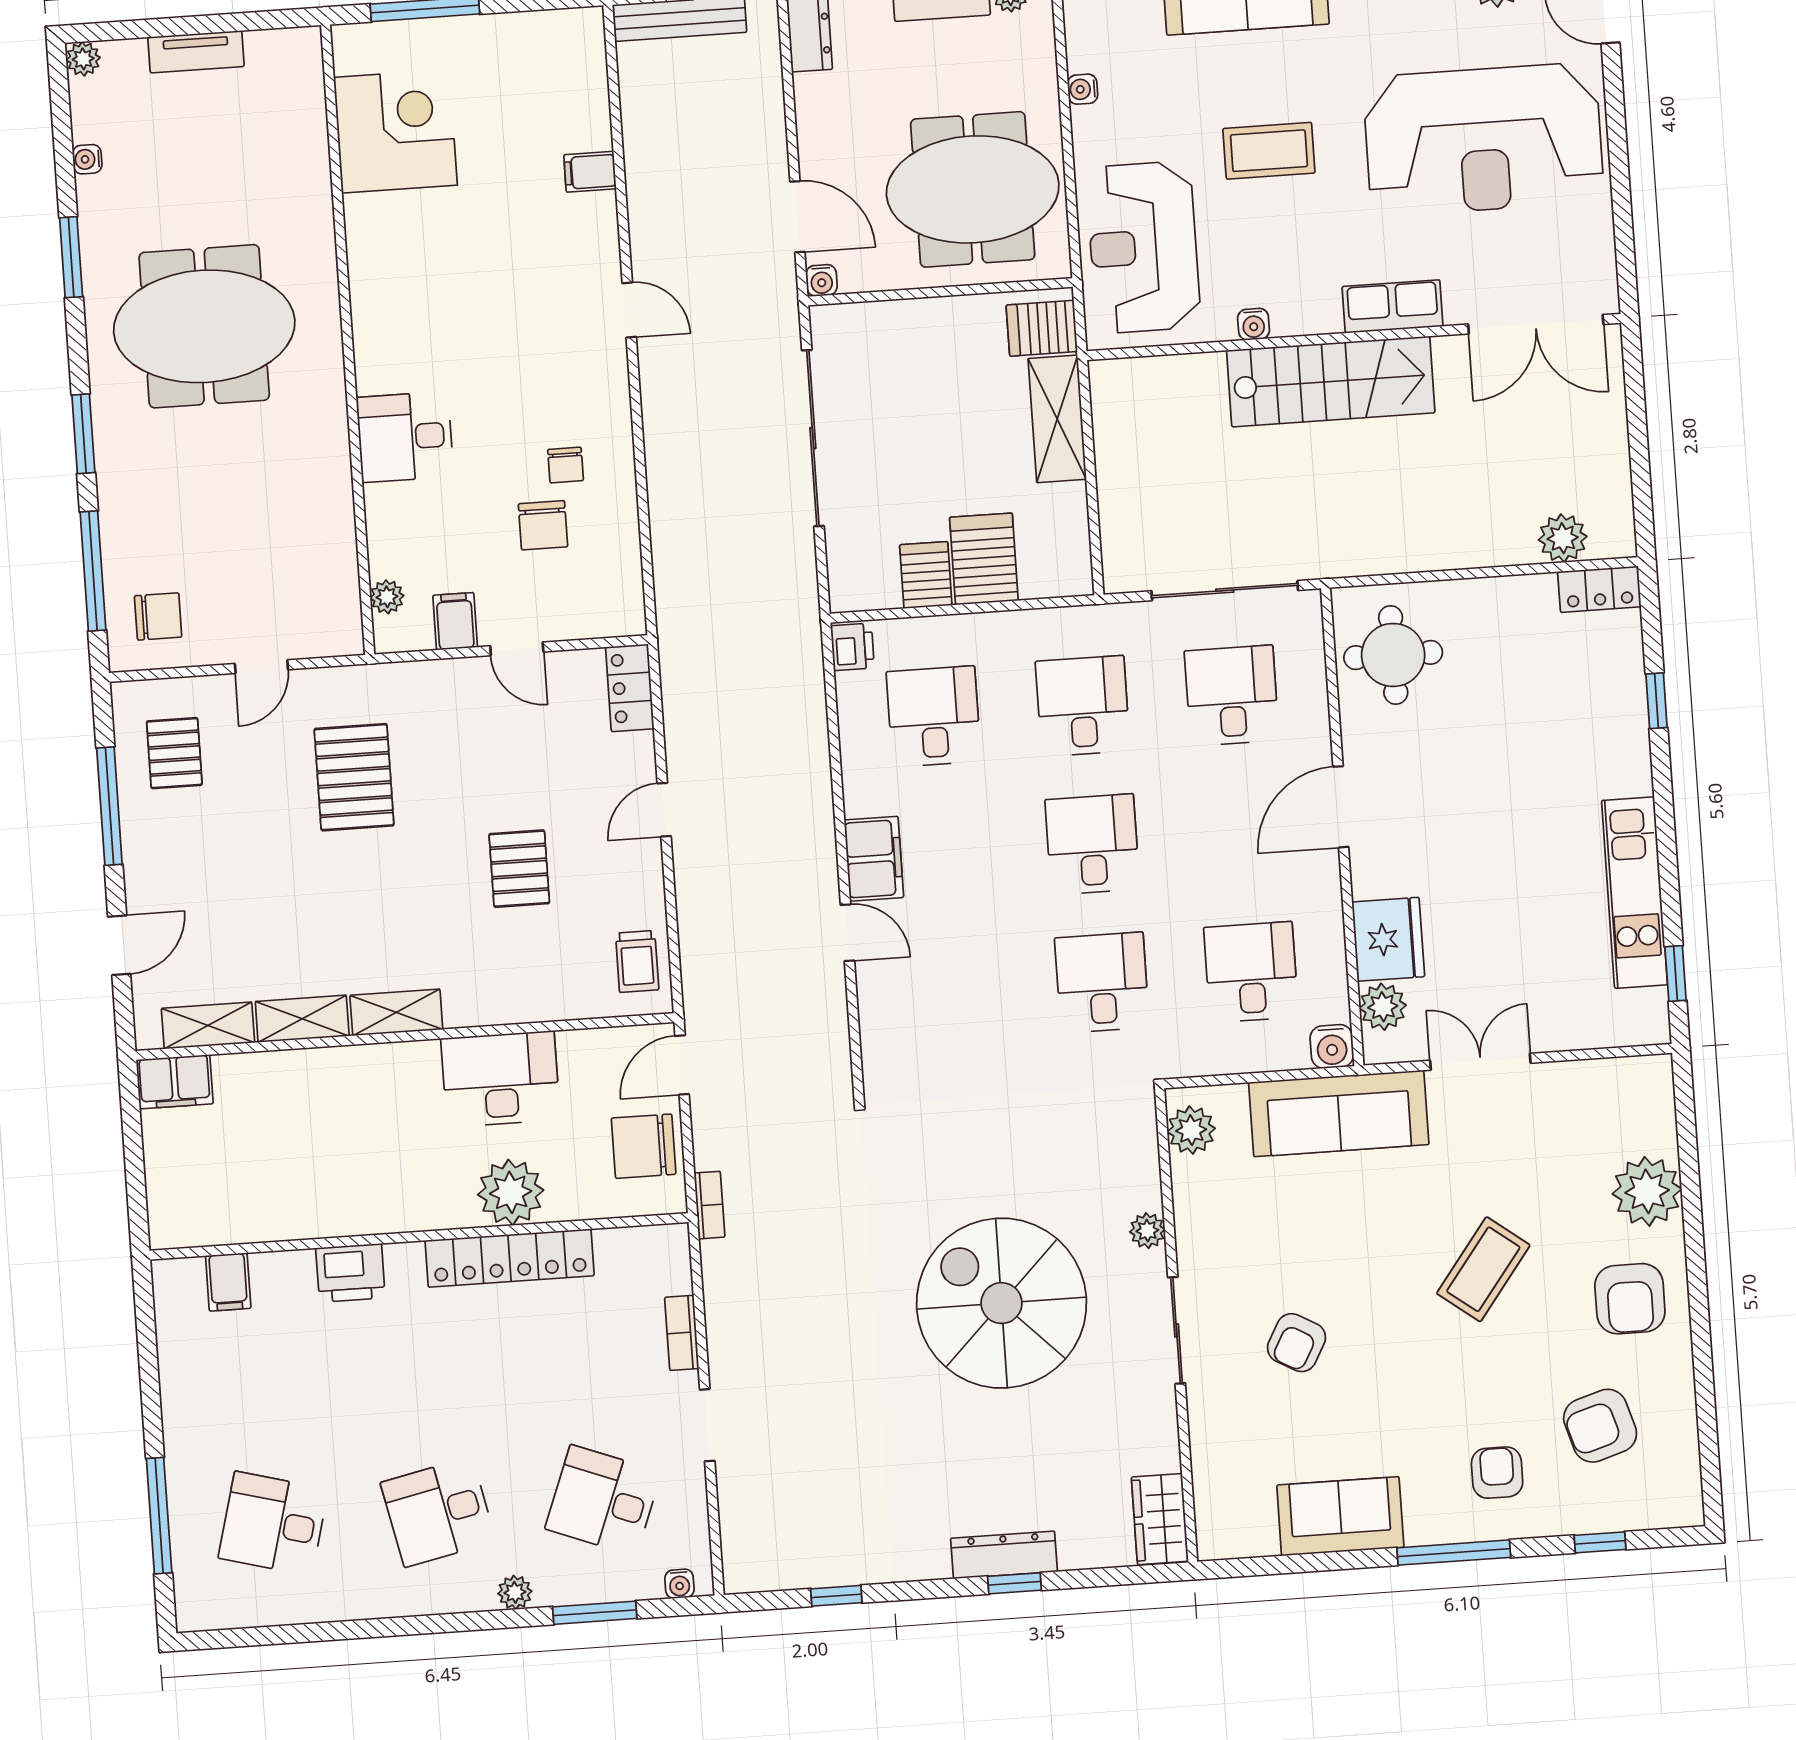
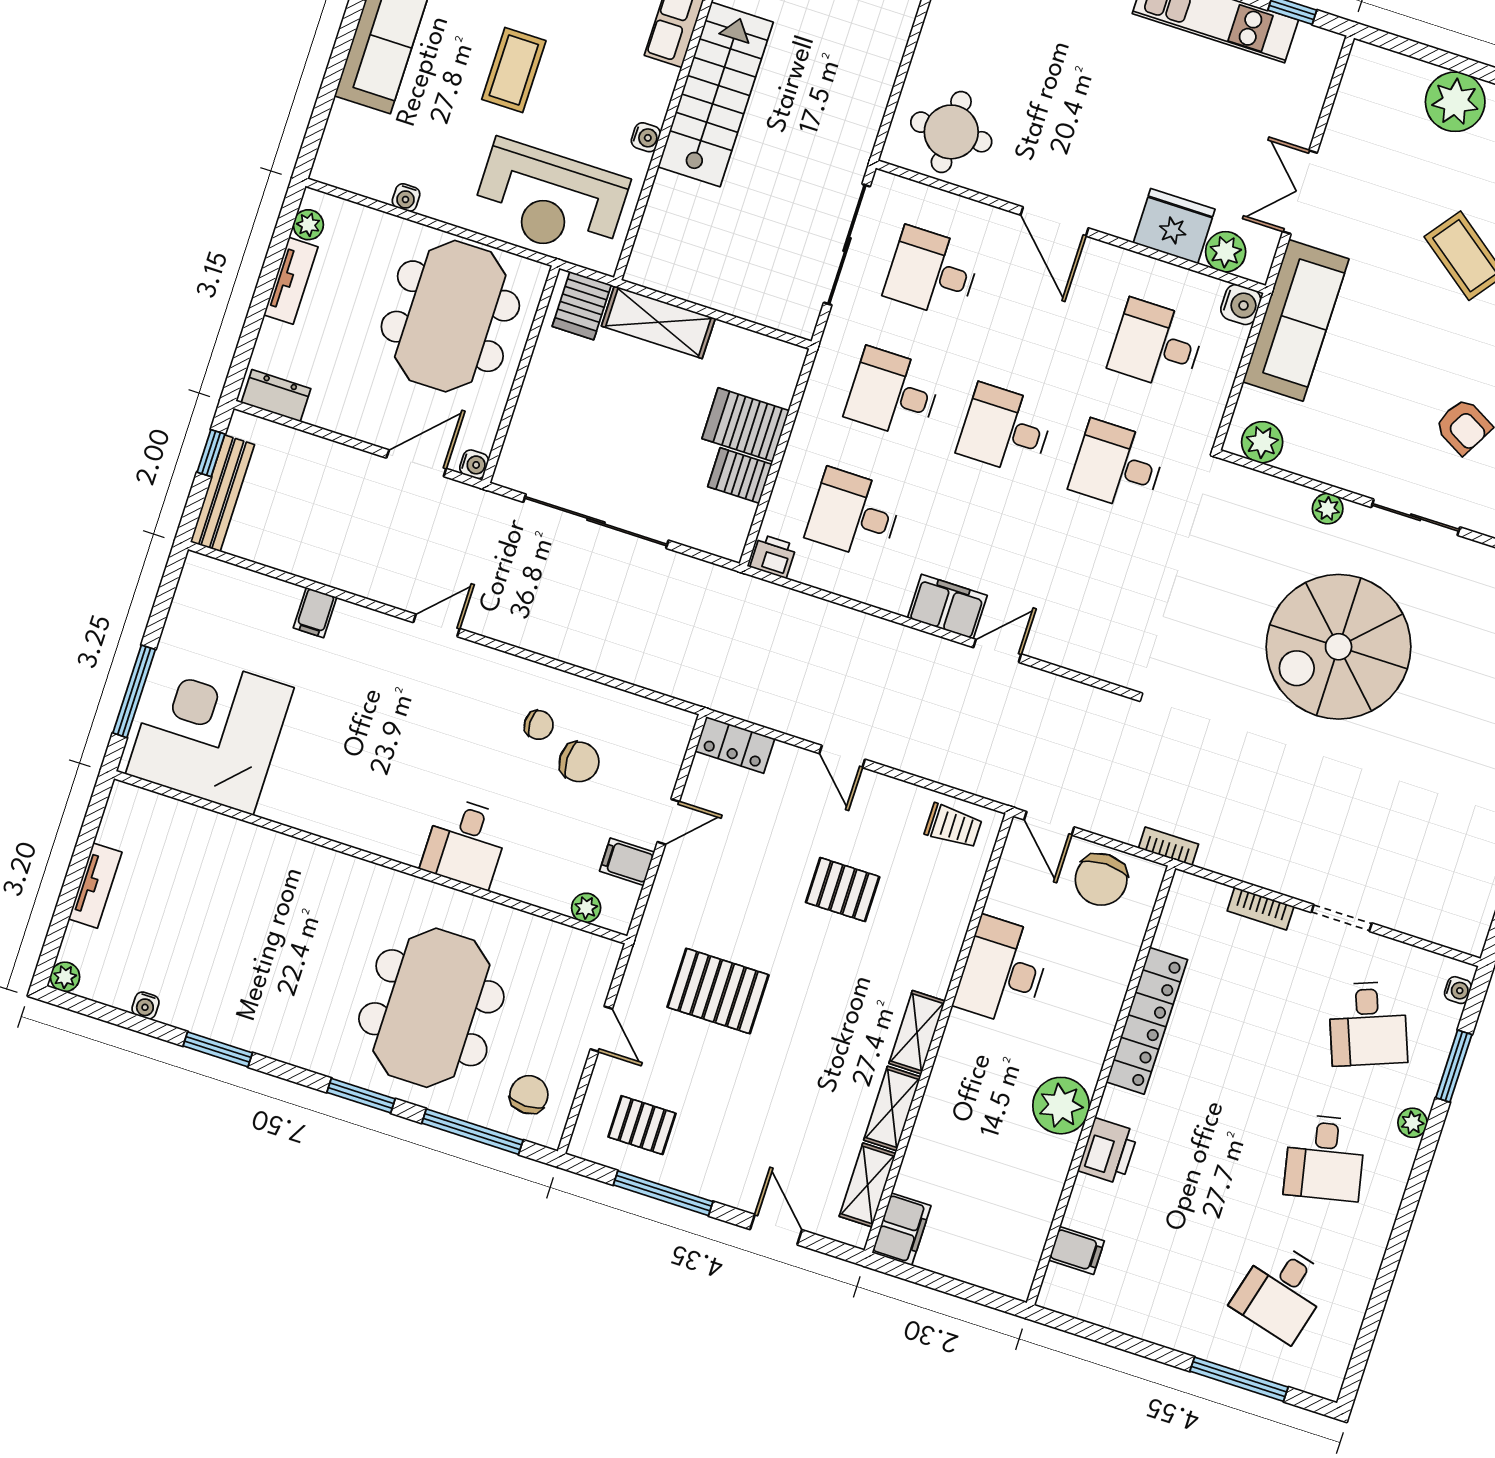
corner desk: (395, 131) -> (210, 731), width x1.36, depth x1.36
meeting table: (204, 326) -> (431, 1008), moved
plant: (511, 1192) -> (1061, 1106), moved
desk: (603, 1500) -> (1368, 1024), turned -42

